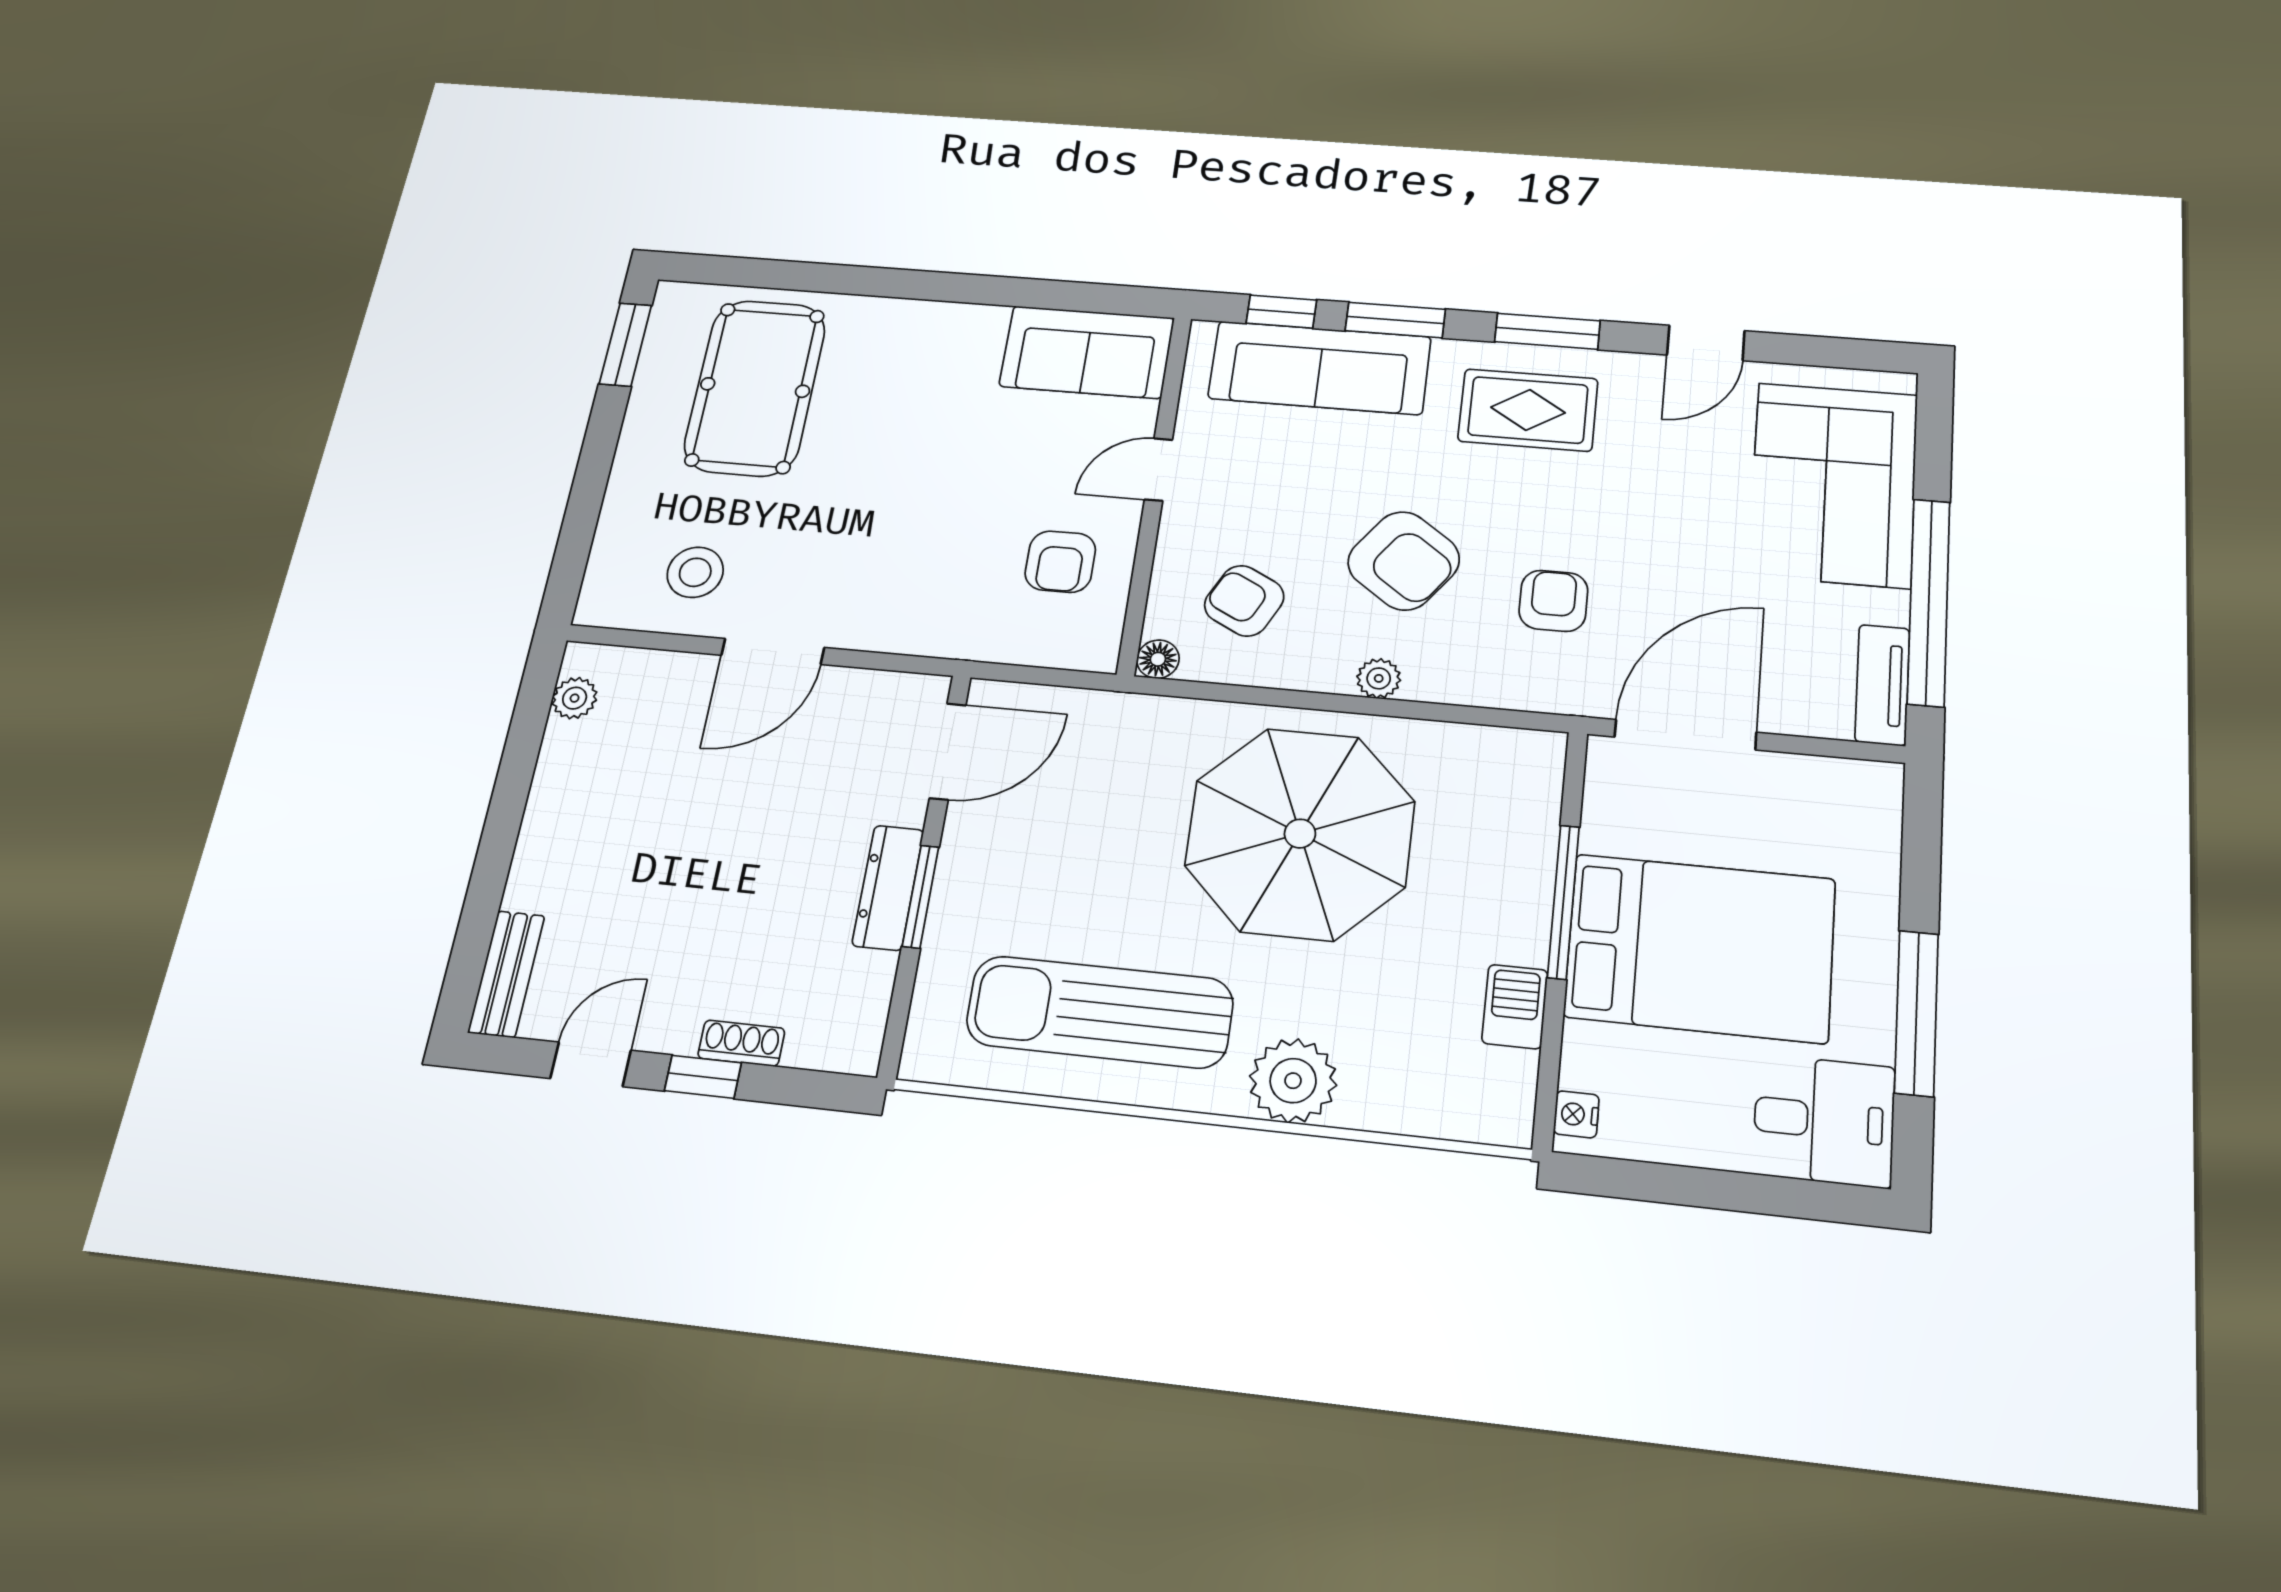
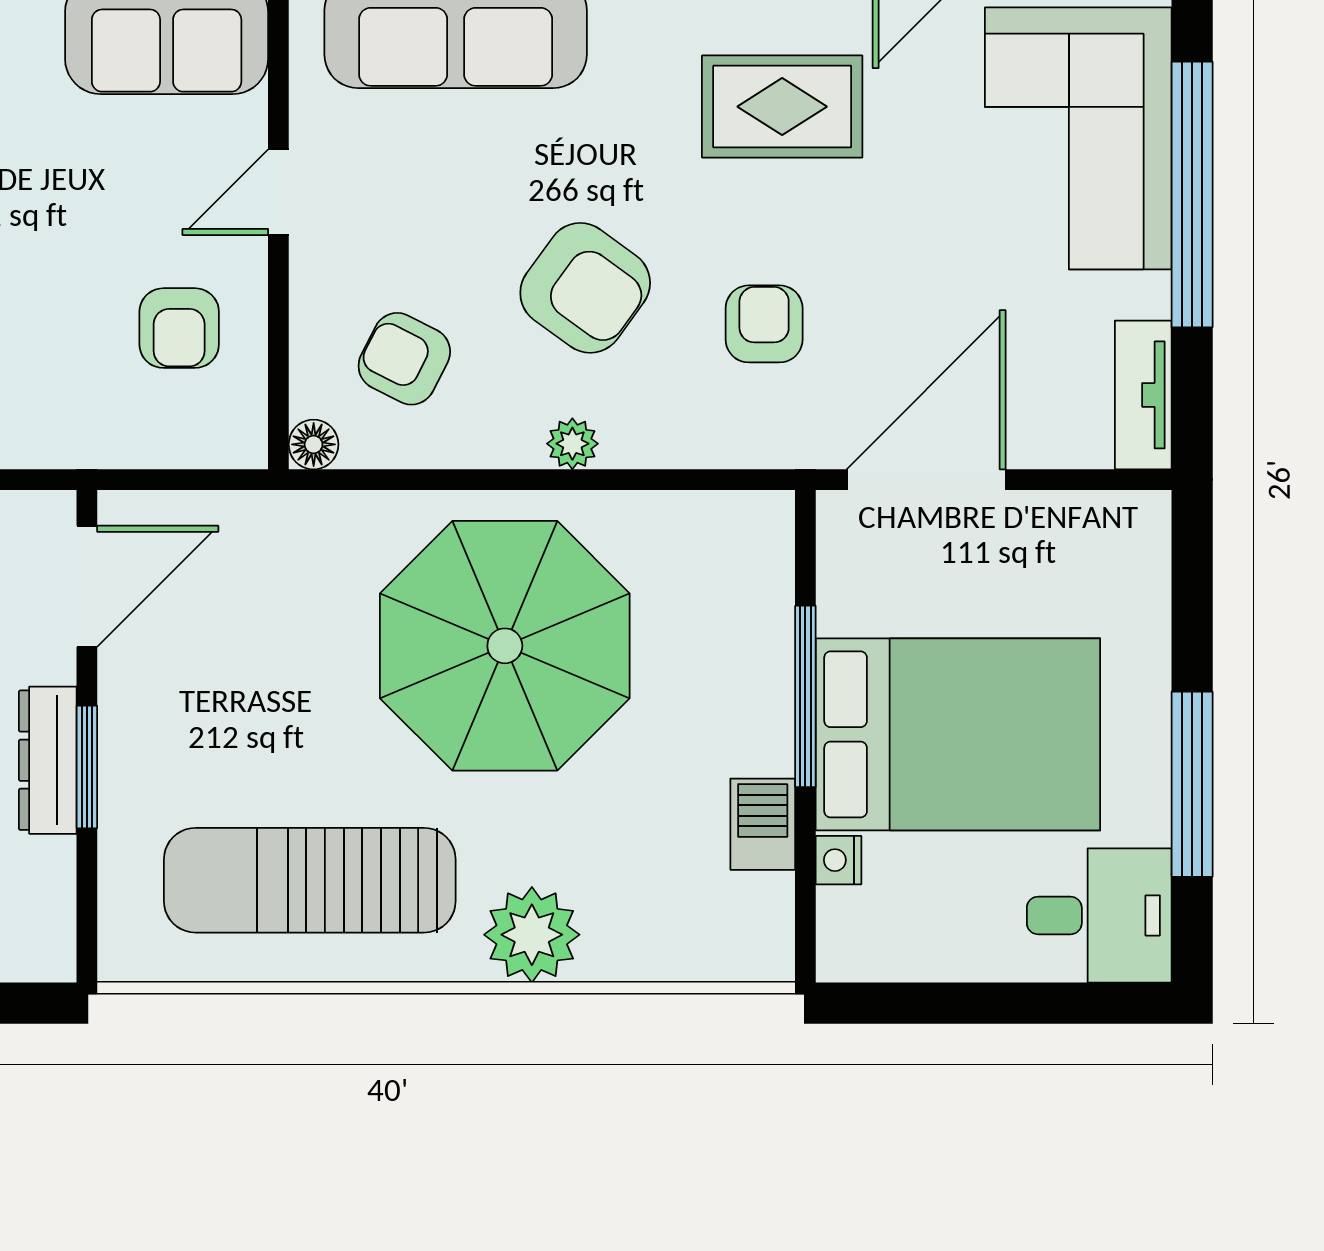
rug: (1528, 410) -> (782, 107), moved
window: (1929, 602) -> (1192, 195), moved
nightstand: (1576, 1114) -> (839, 860), moved

